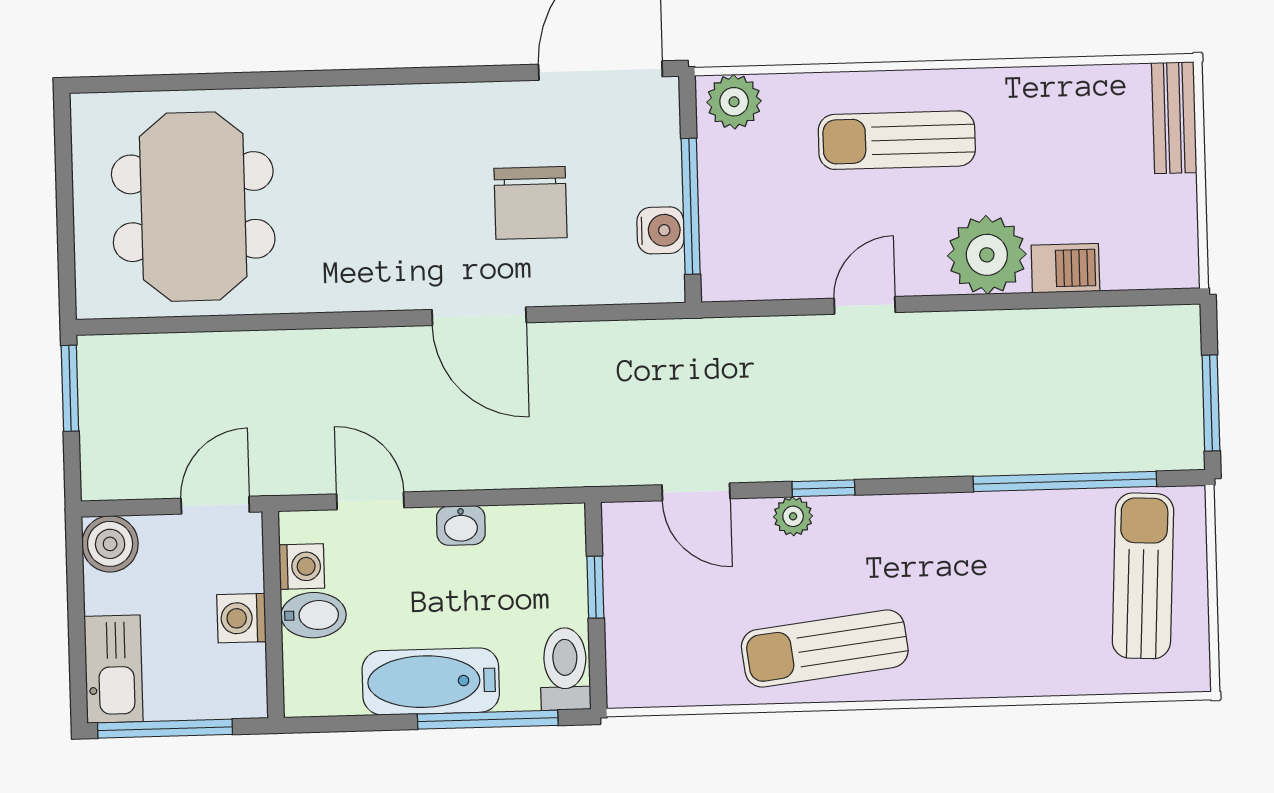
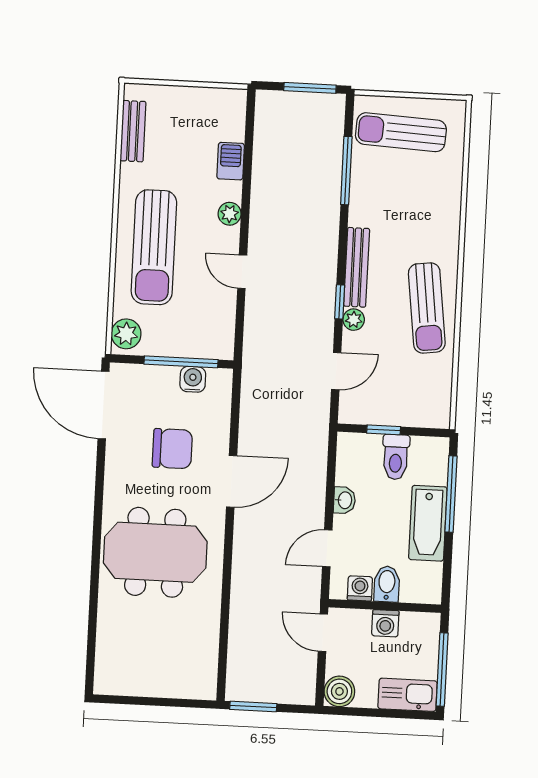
bench: (1174, 118) -> (133, 131), moved, turned 90
sun lounger: (897, 140) -> (154, 247), width x1.36, depth x1.34
meeting table: (193, 207) -> (155, 552), moved
plant: (987, 255) -> (230, 214), width x0.53, depth x0.53
window: (1065, 481) -> (346, 171), width x0.68
bench: (889, 514) -> (357, 267), added
toilet: (565, 669) -> (396, 457), moved, turned -90

